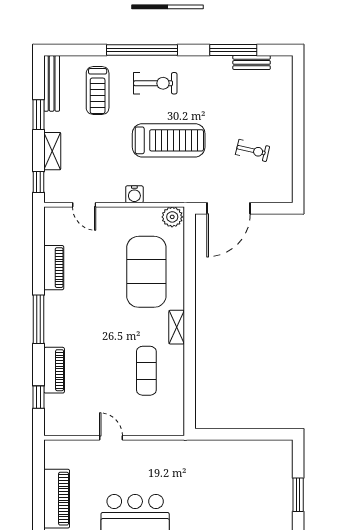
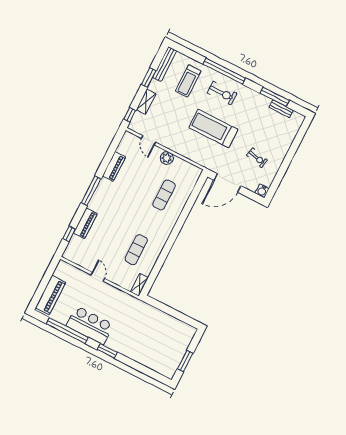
treadmill: (169, 140) -> (213, 128), turned 180
water cooler: (134, 194) -> (262, 191), moved
plant: (172, 217) -> (167, 158), moved
exercise mat: (146, 272) -> (164, 195), width x0.50, depth x0.69
shelving: (177, 327) -> (139, 285), moved

